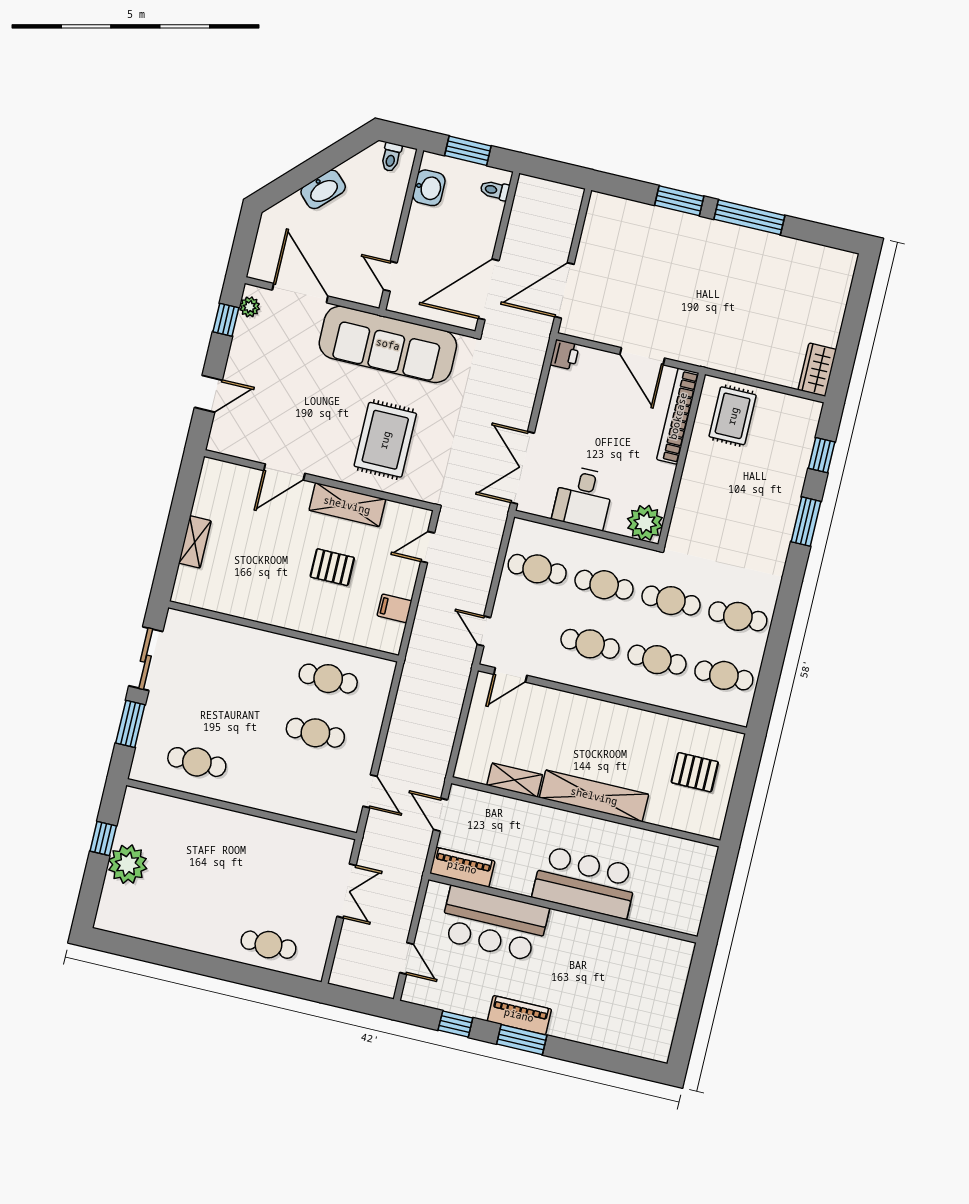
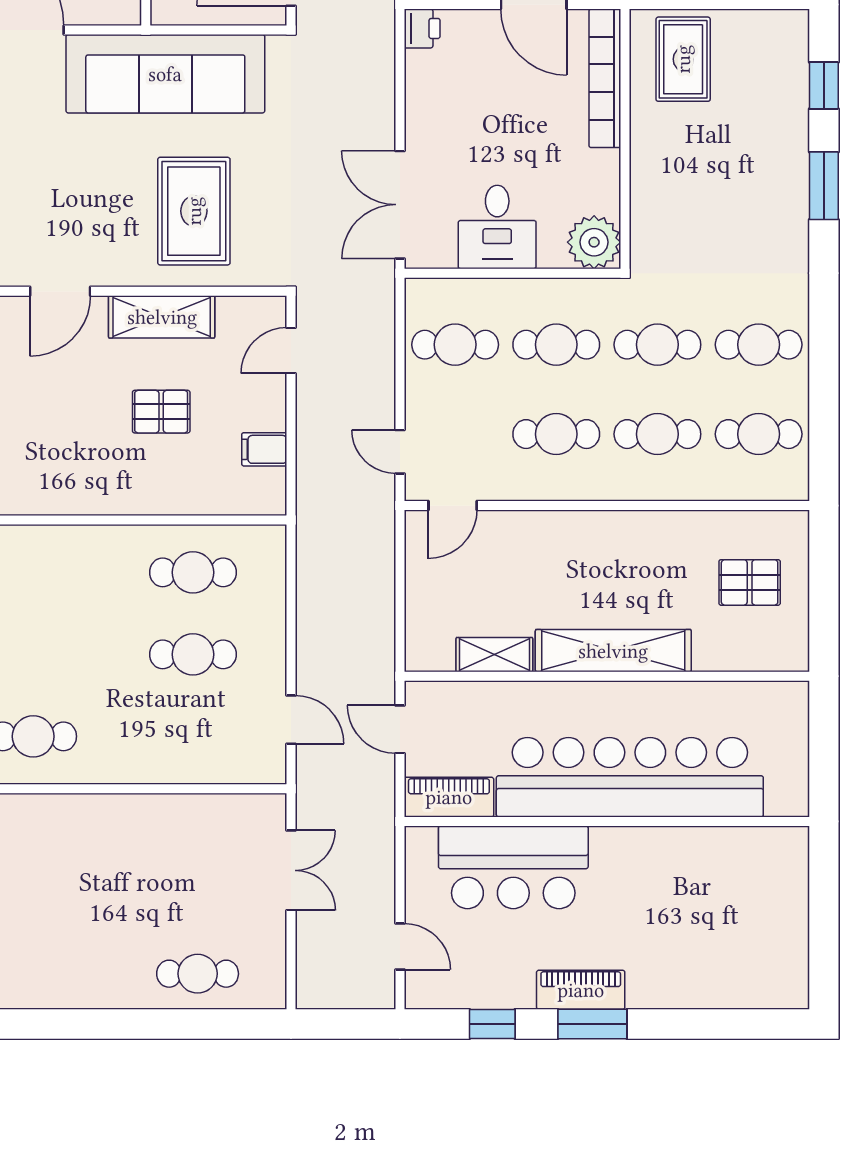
bar counter: (585, 882) -> (630, 777), width x1.86

